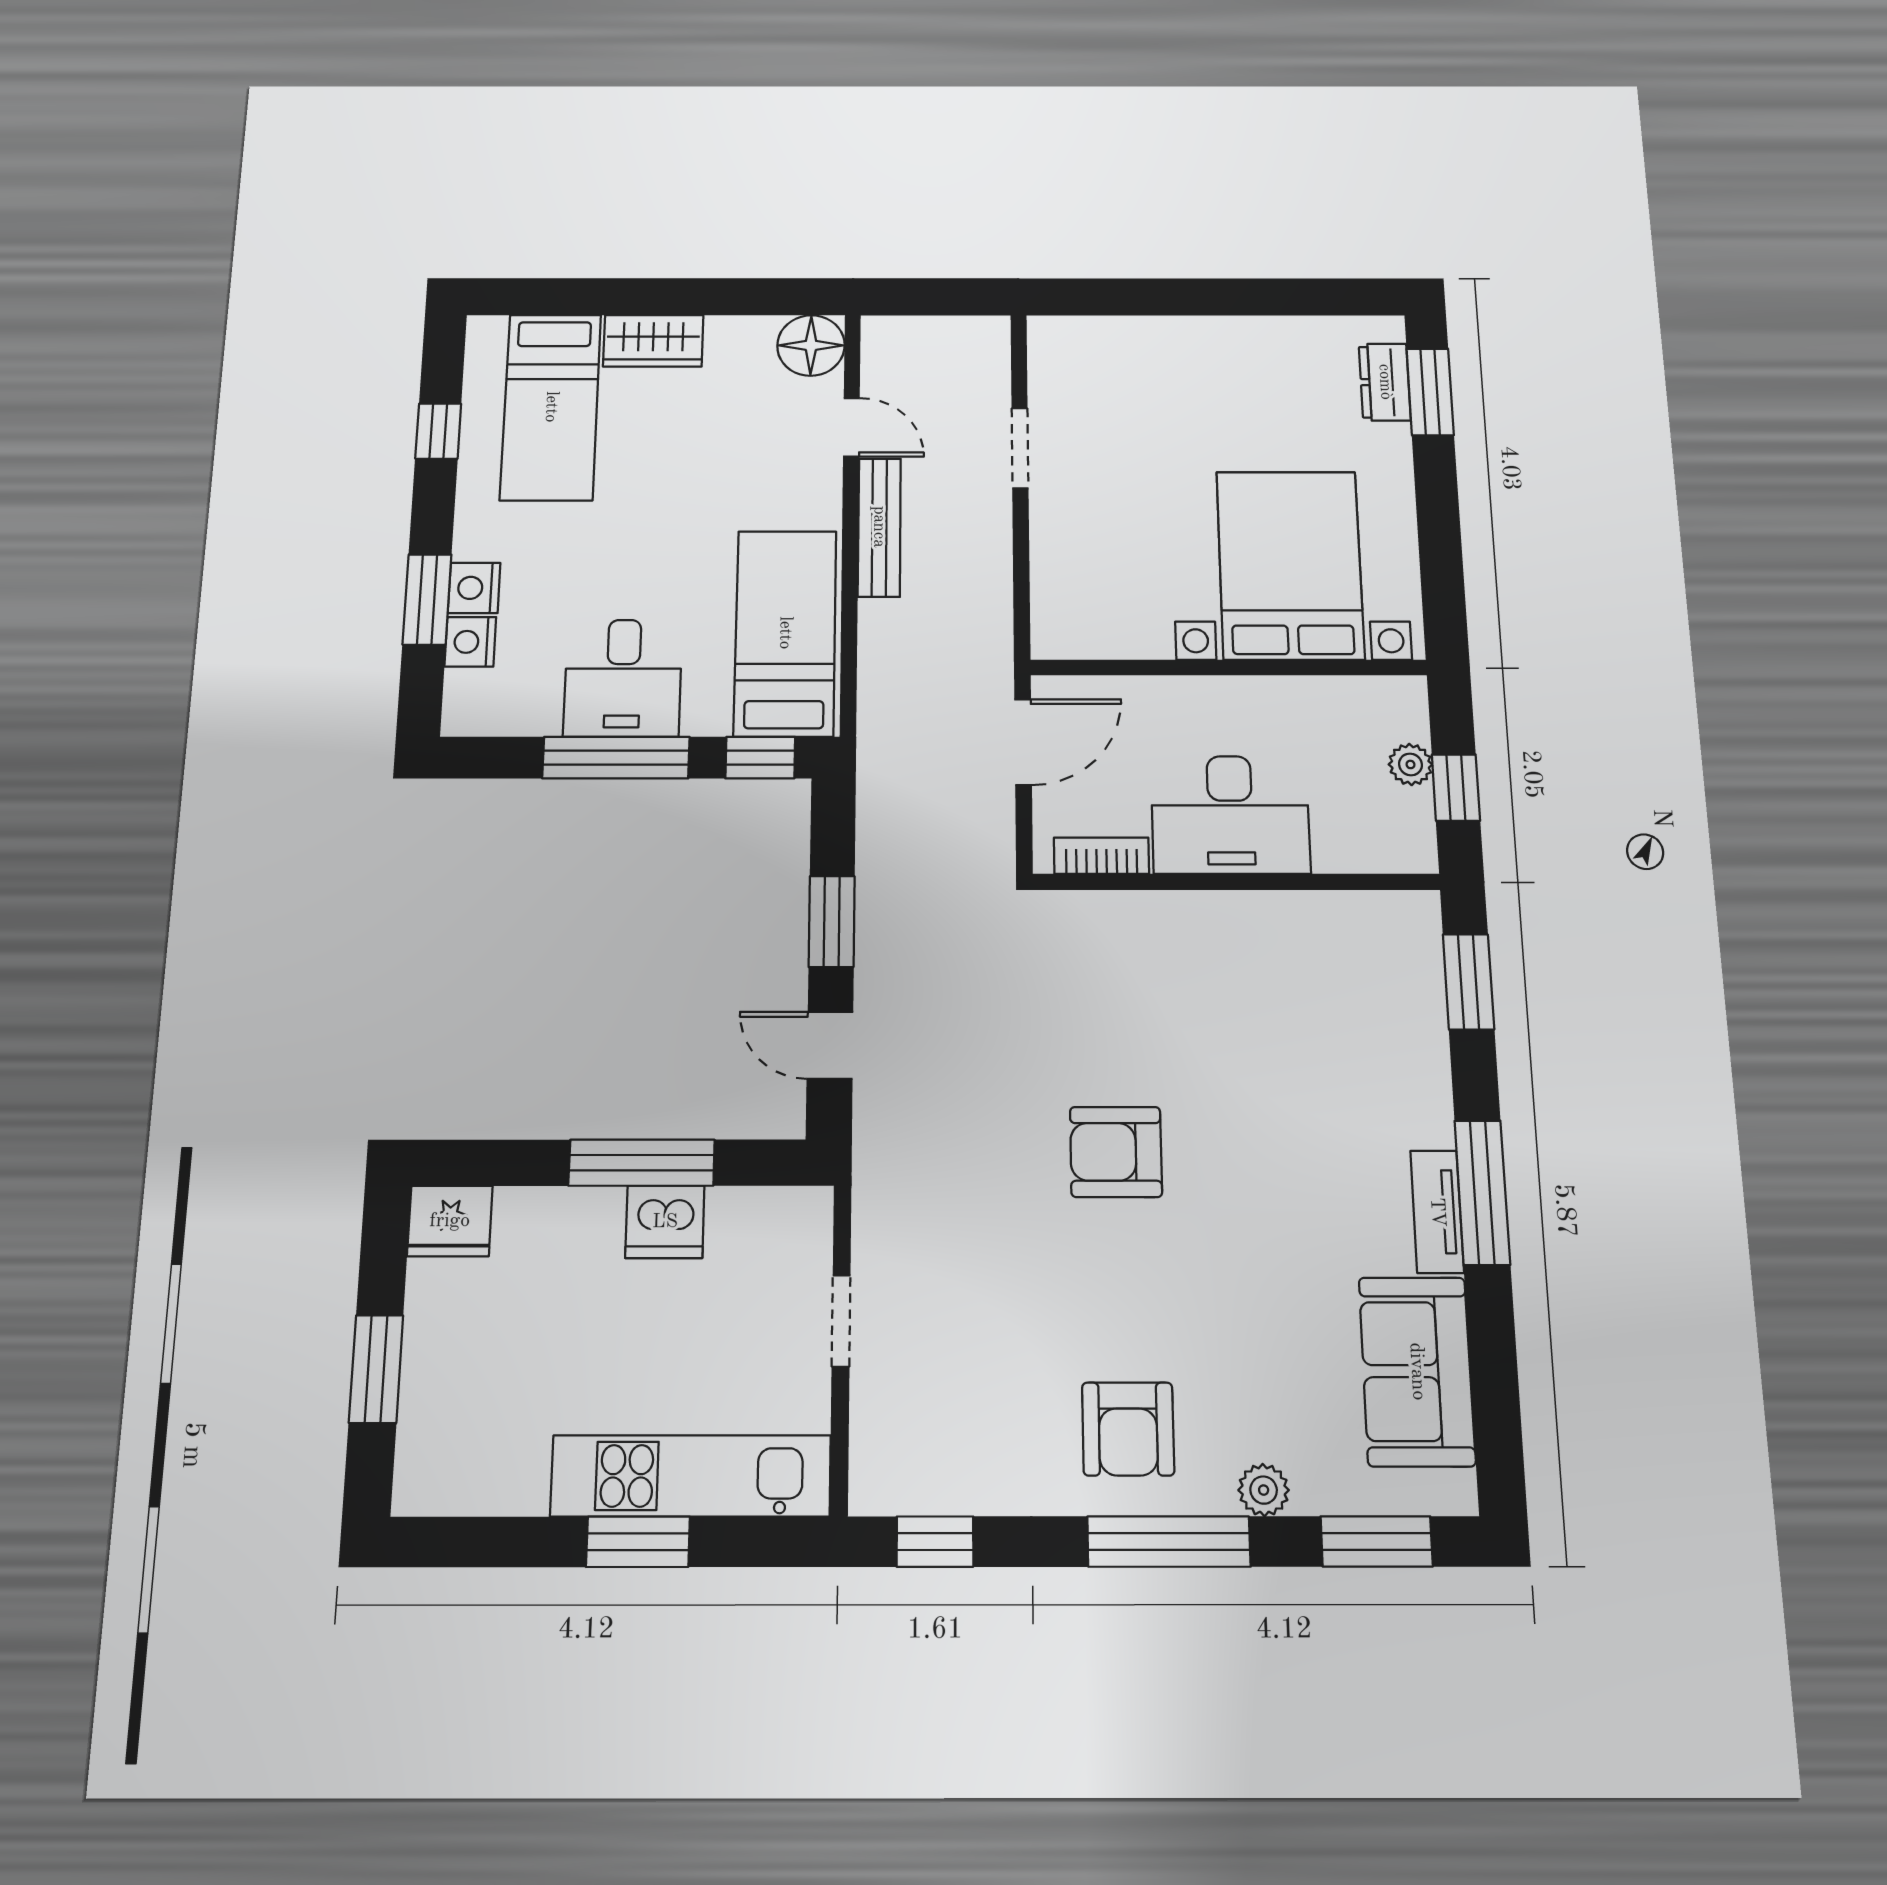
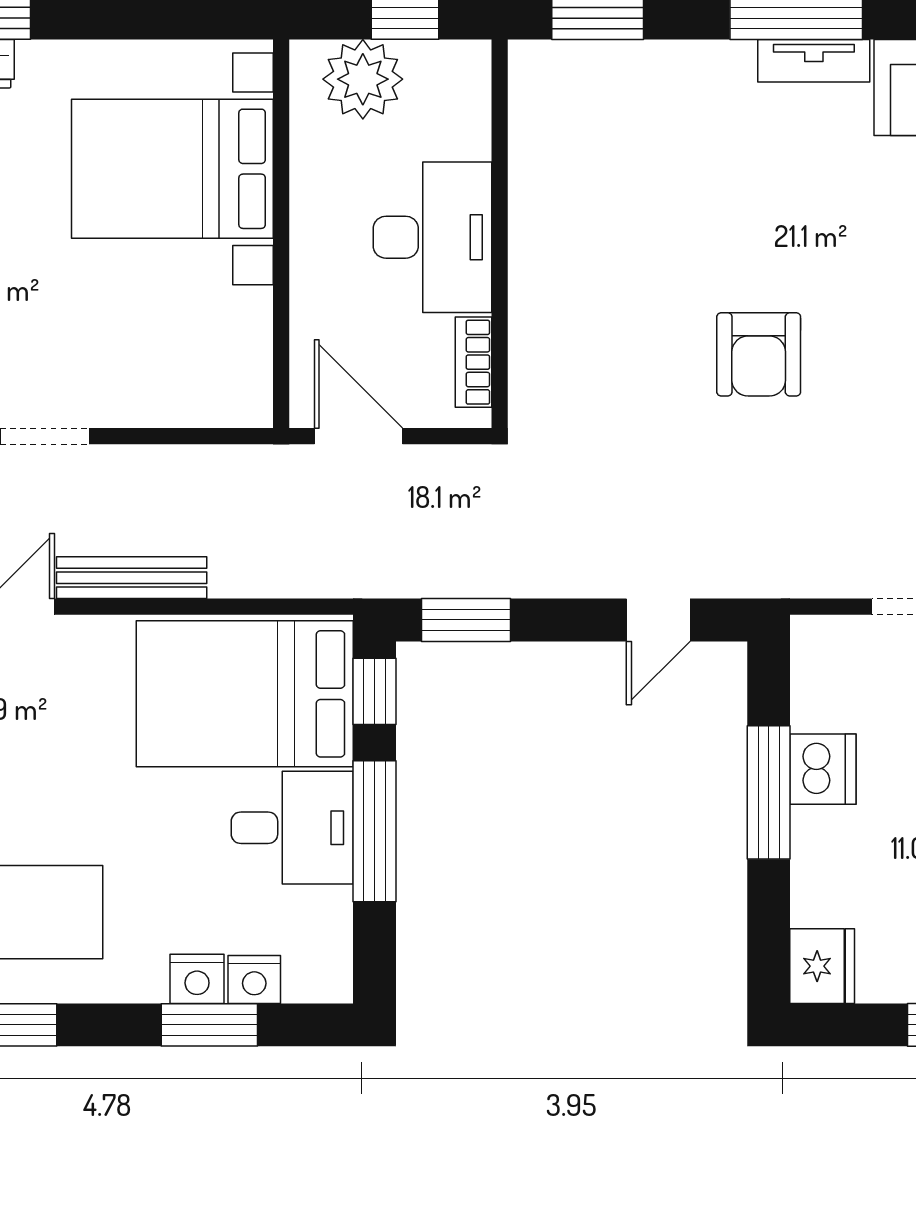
bed: (785, 633) -> (245, 694), width x1.50
plant: (1410, 764) -> (363, 79), width x1.88, depth x1.88
window: (832, 921) -> (466, 620), moved

